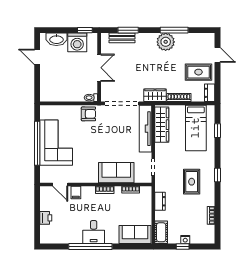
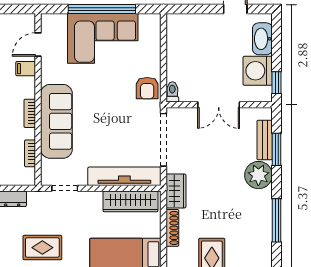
plant: (166, 42) -> (258, 175), moved
sofa: (116, 173) -> (56, 121), width x1.36

